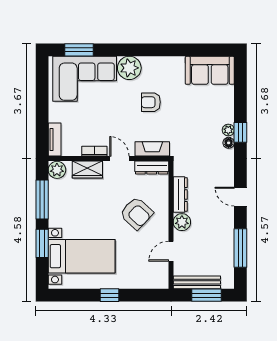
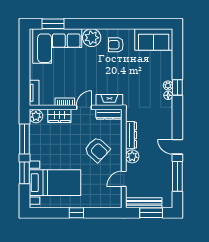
armchair: (151, 102) -> (116, 45), moved
door: (119, 158) -> (84, 107), hinge flipped
door: (240, 197) -> (177, 147), moved

